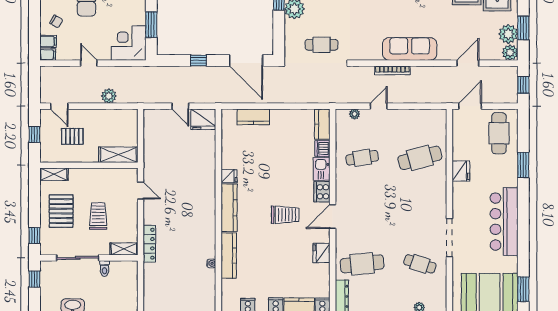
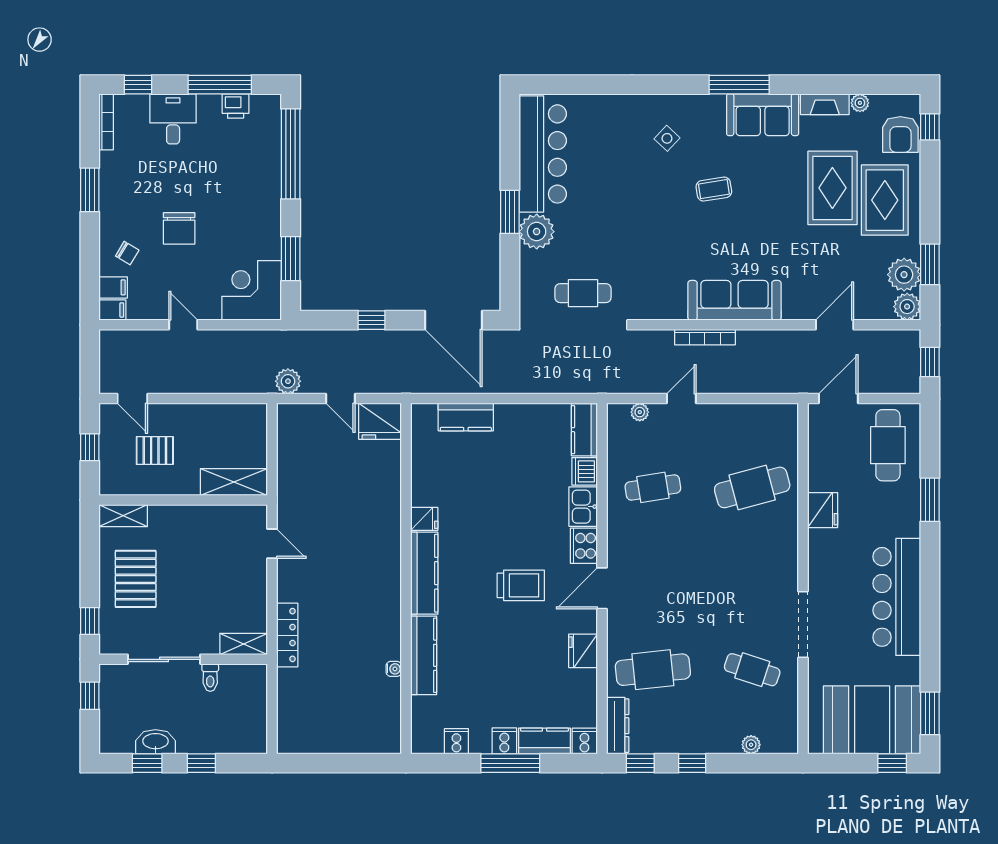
plant: (109, 96) -> (288, 381), moved
trolley: (98, 216) -> (199, 587), removed

